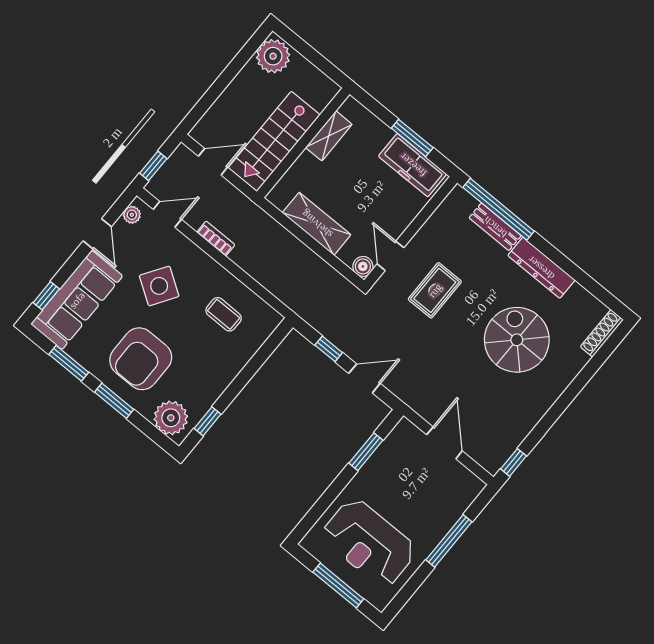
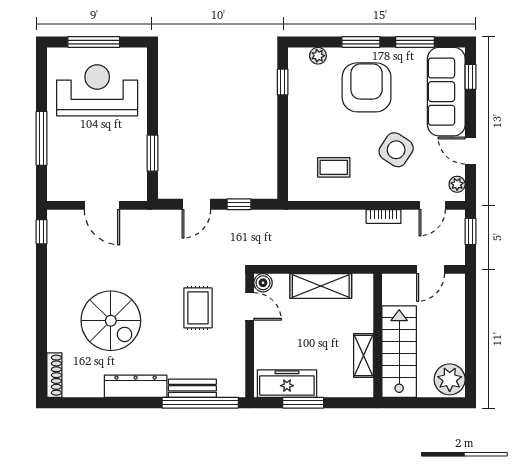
stairs: (274, 141) -> (399, 352), moved
plant: (171, 418) -> (318, 56), width x0.53, depth x0.53

